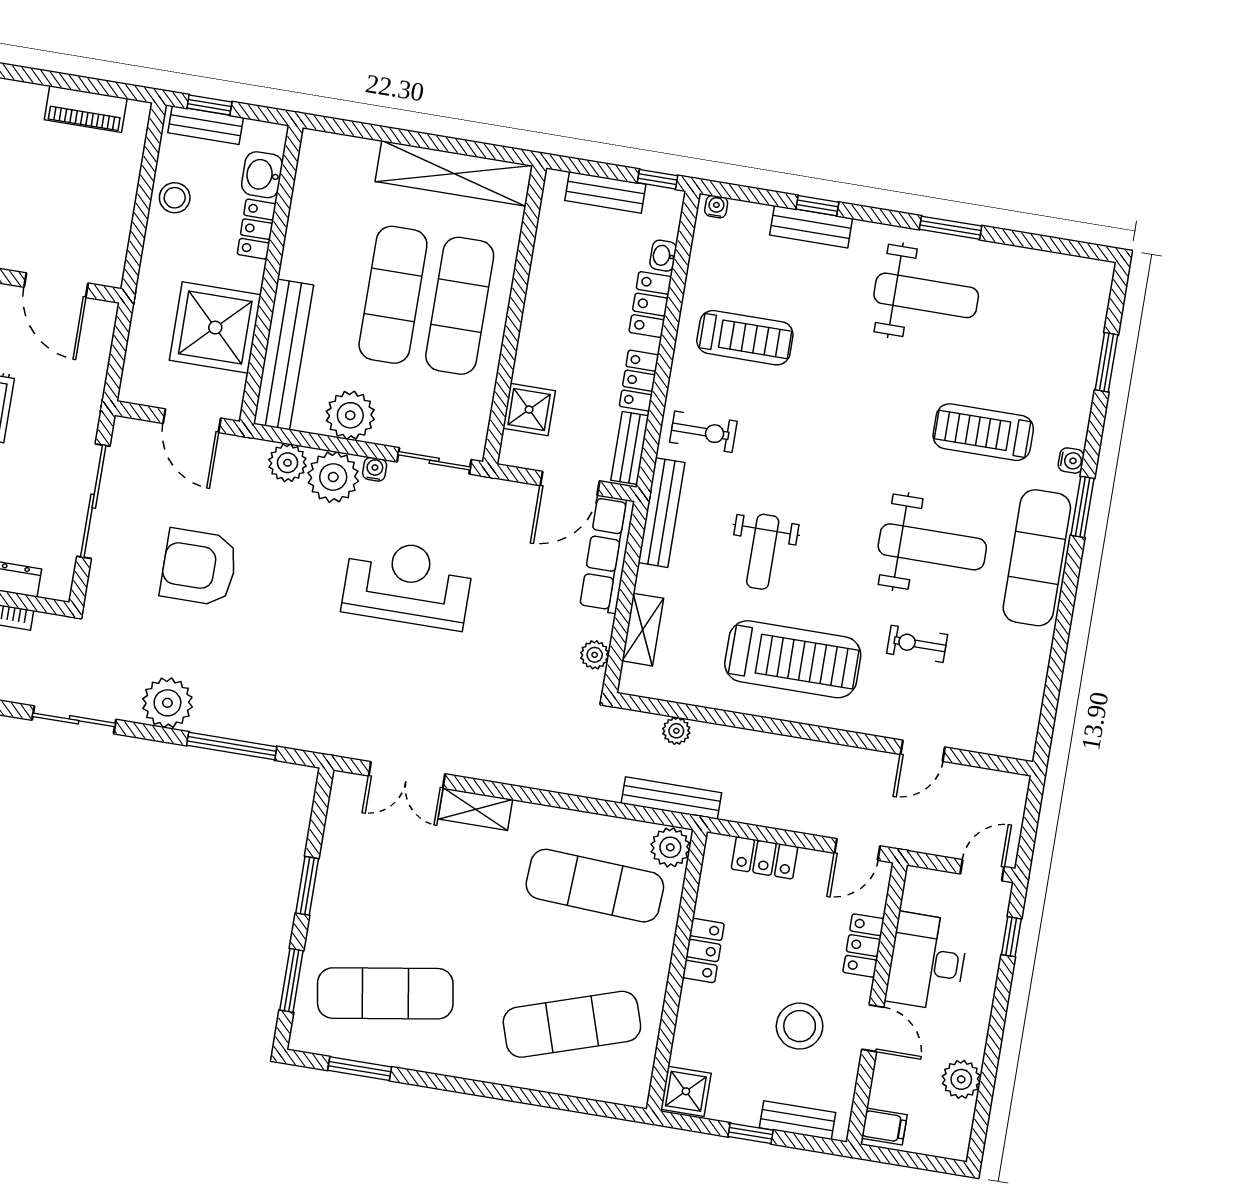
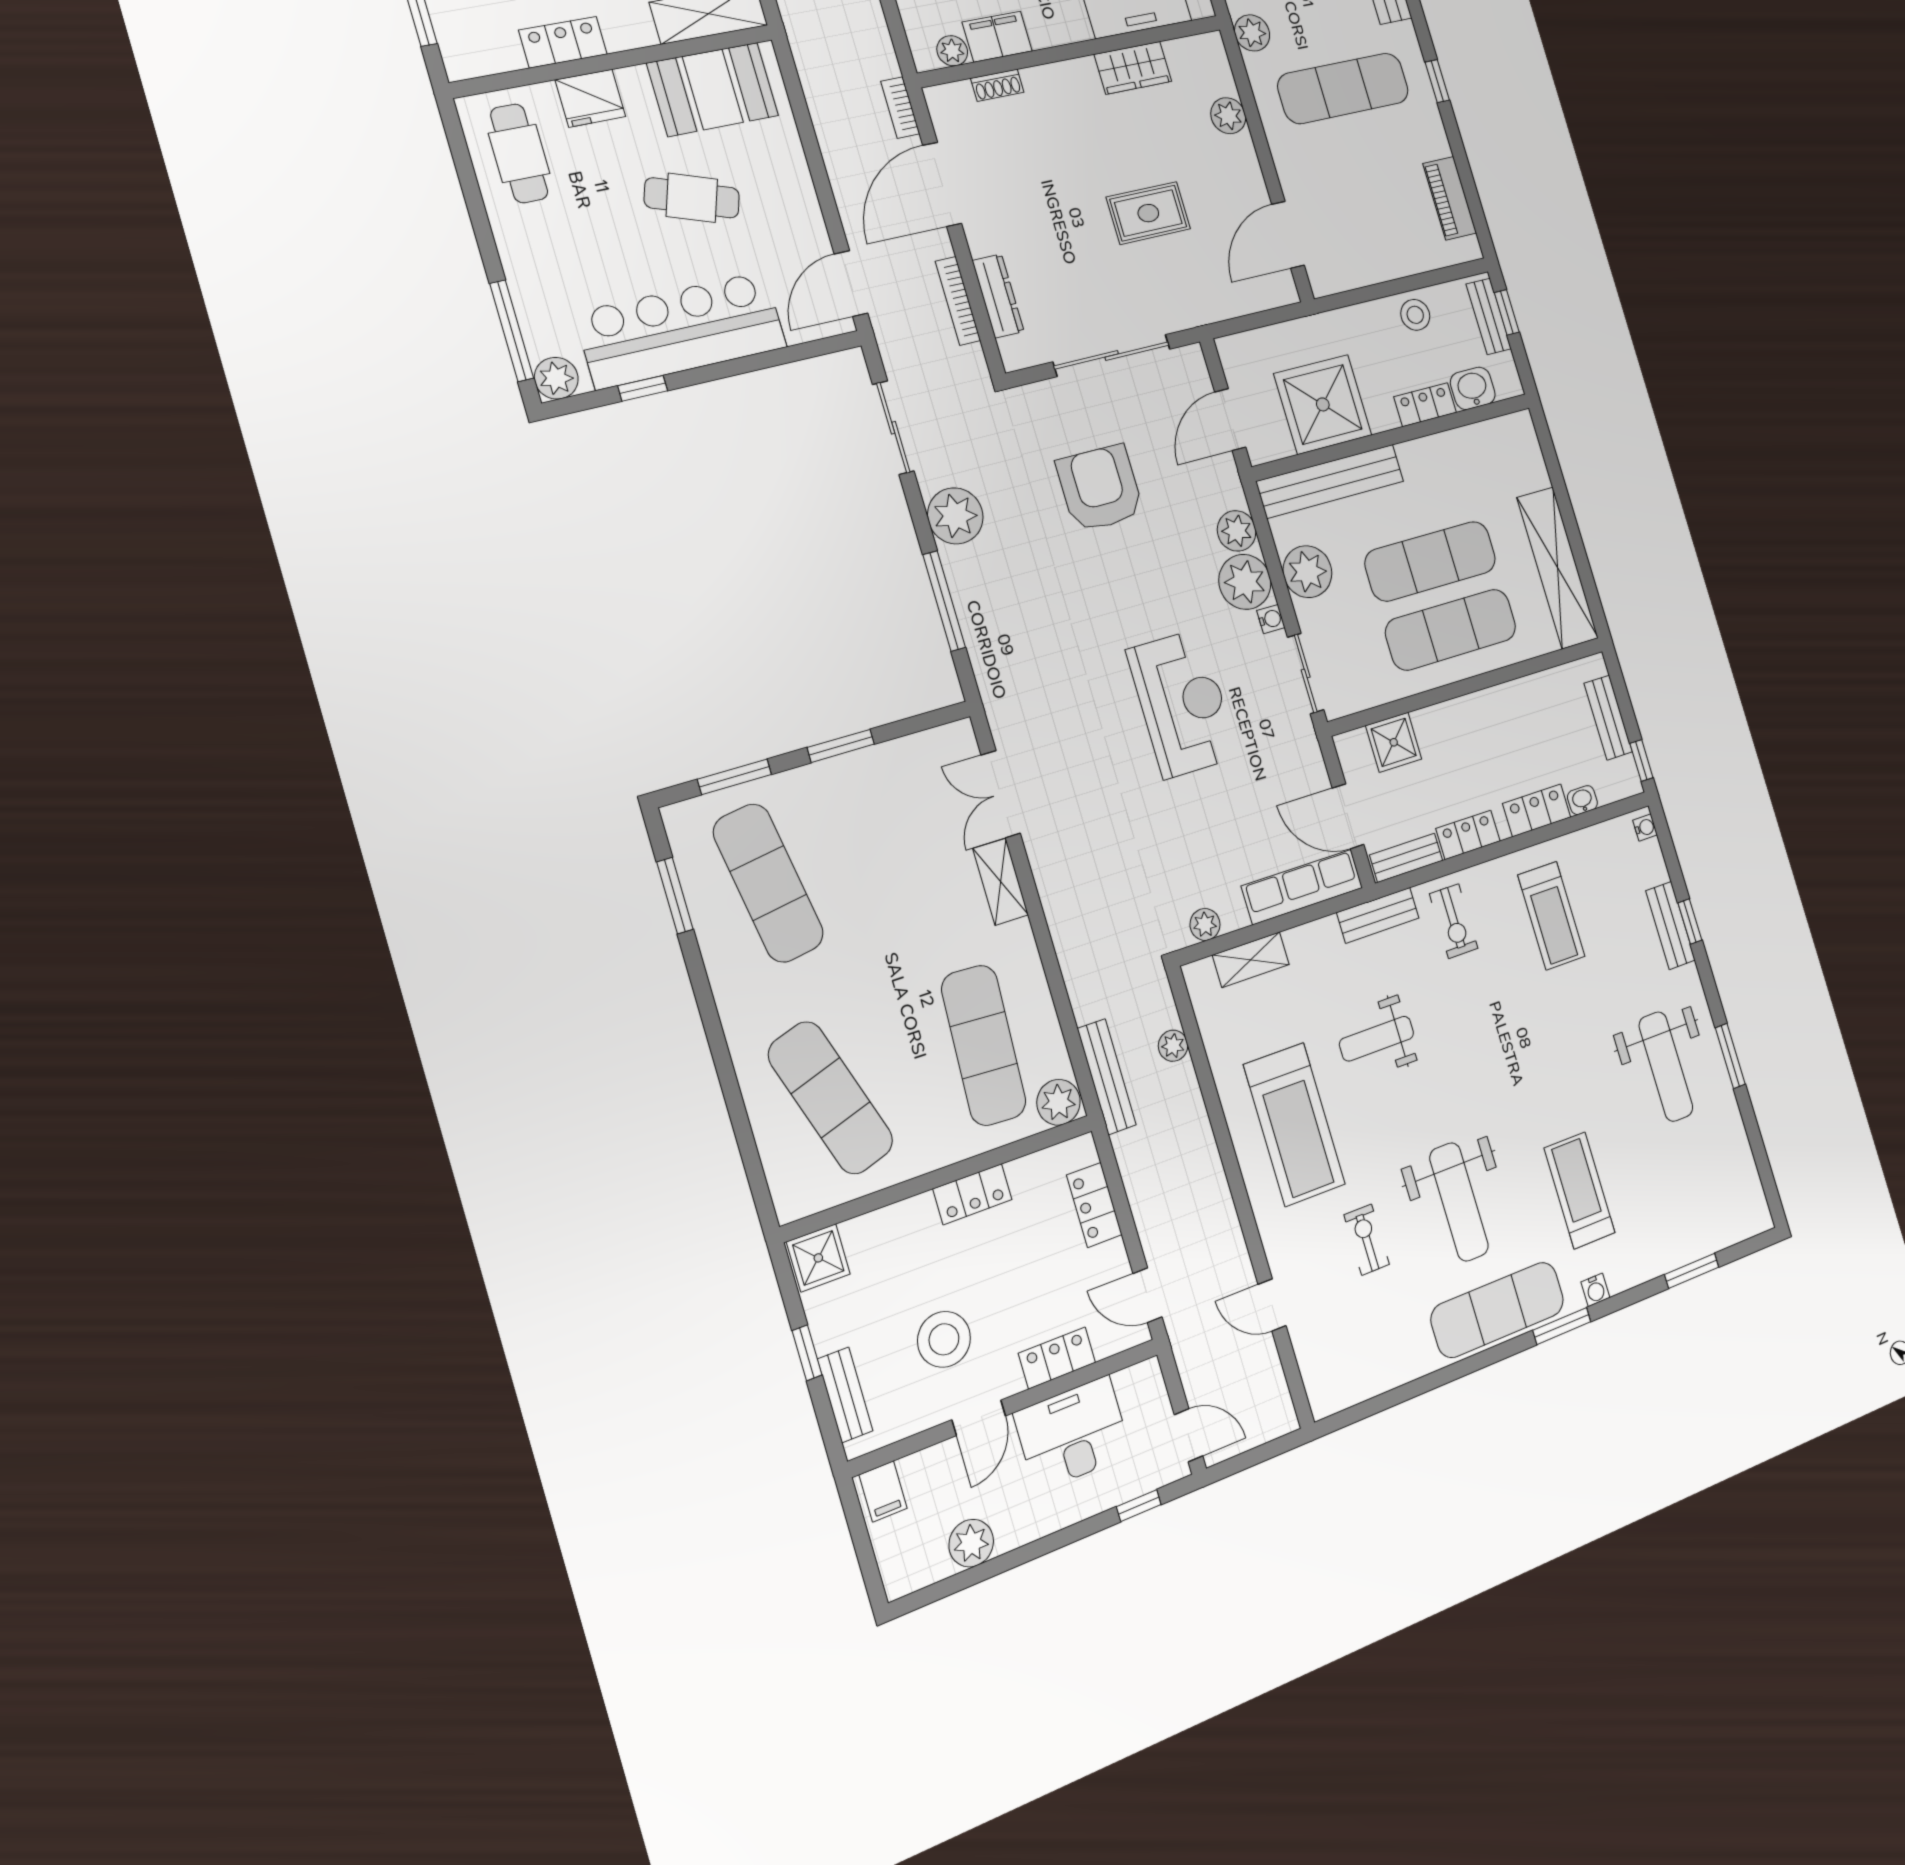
bench: (662, 513) -> (1378, 915), width x0.73

